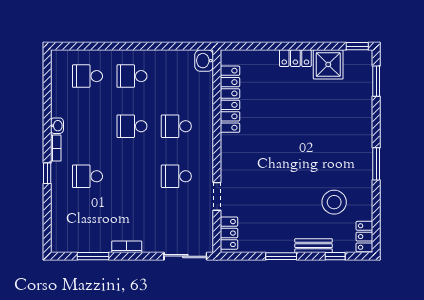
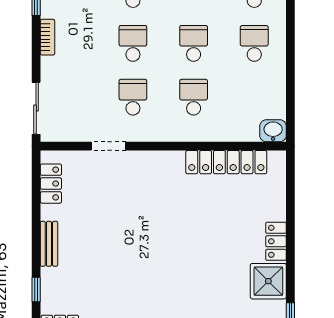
school desk: (132, 176) -> (133, 43), added
stool: (334, 202) -> (102, 288), removed
locker: (229, 233) -> (51, 184), moved, turned -90
bench: (314, 246) -> (49, 244), moved
window: (281, 256) -> (36, 224), removed

